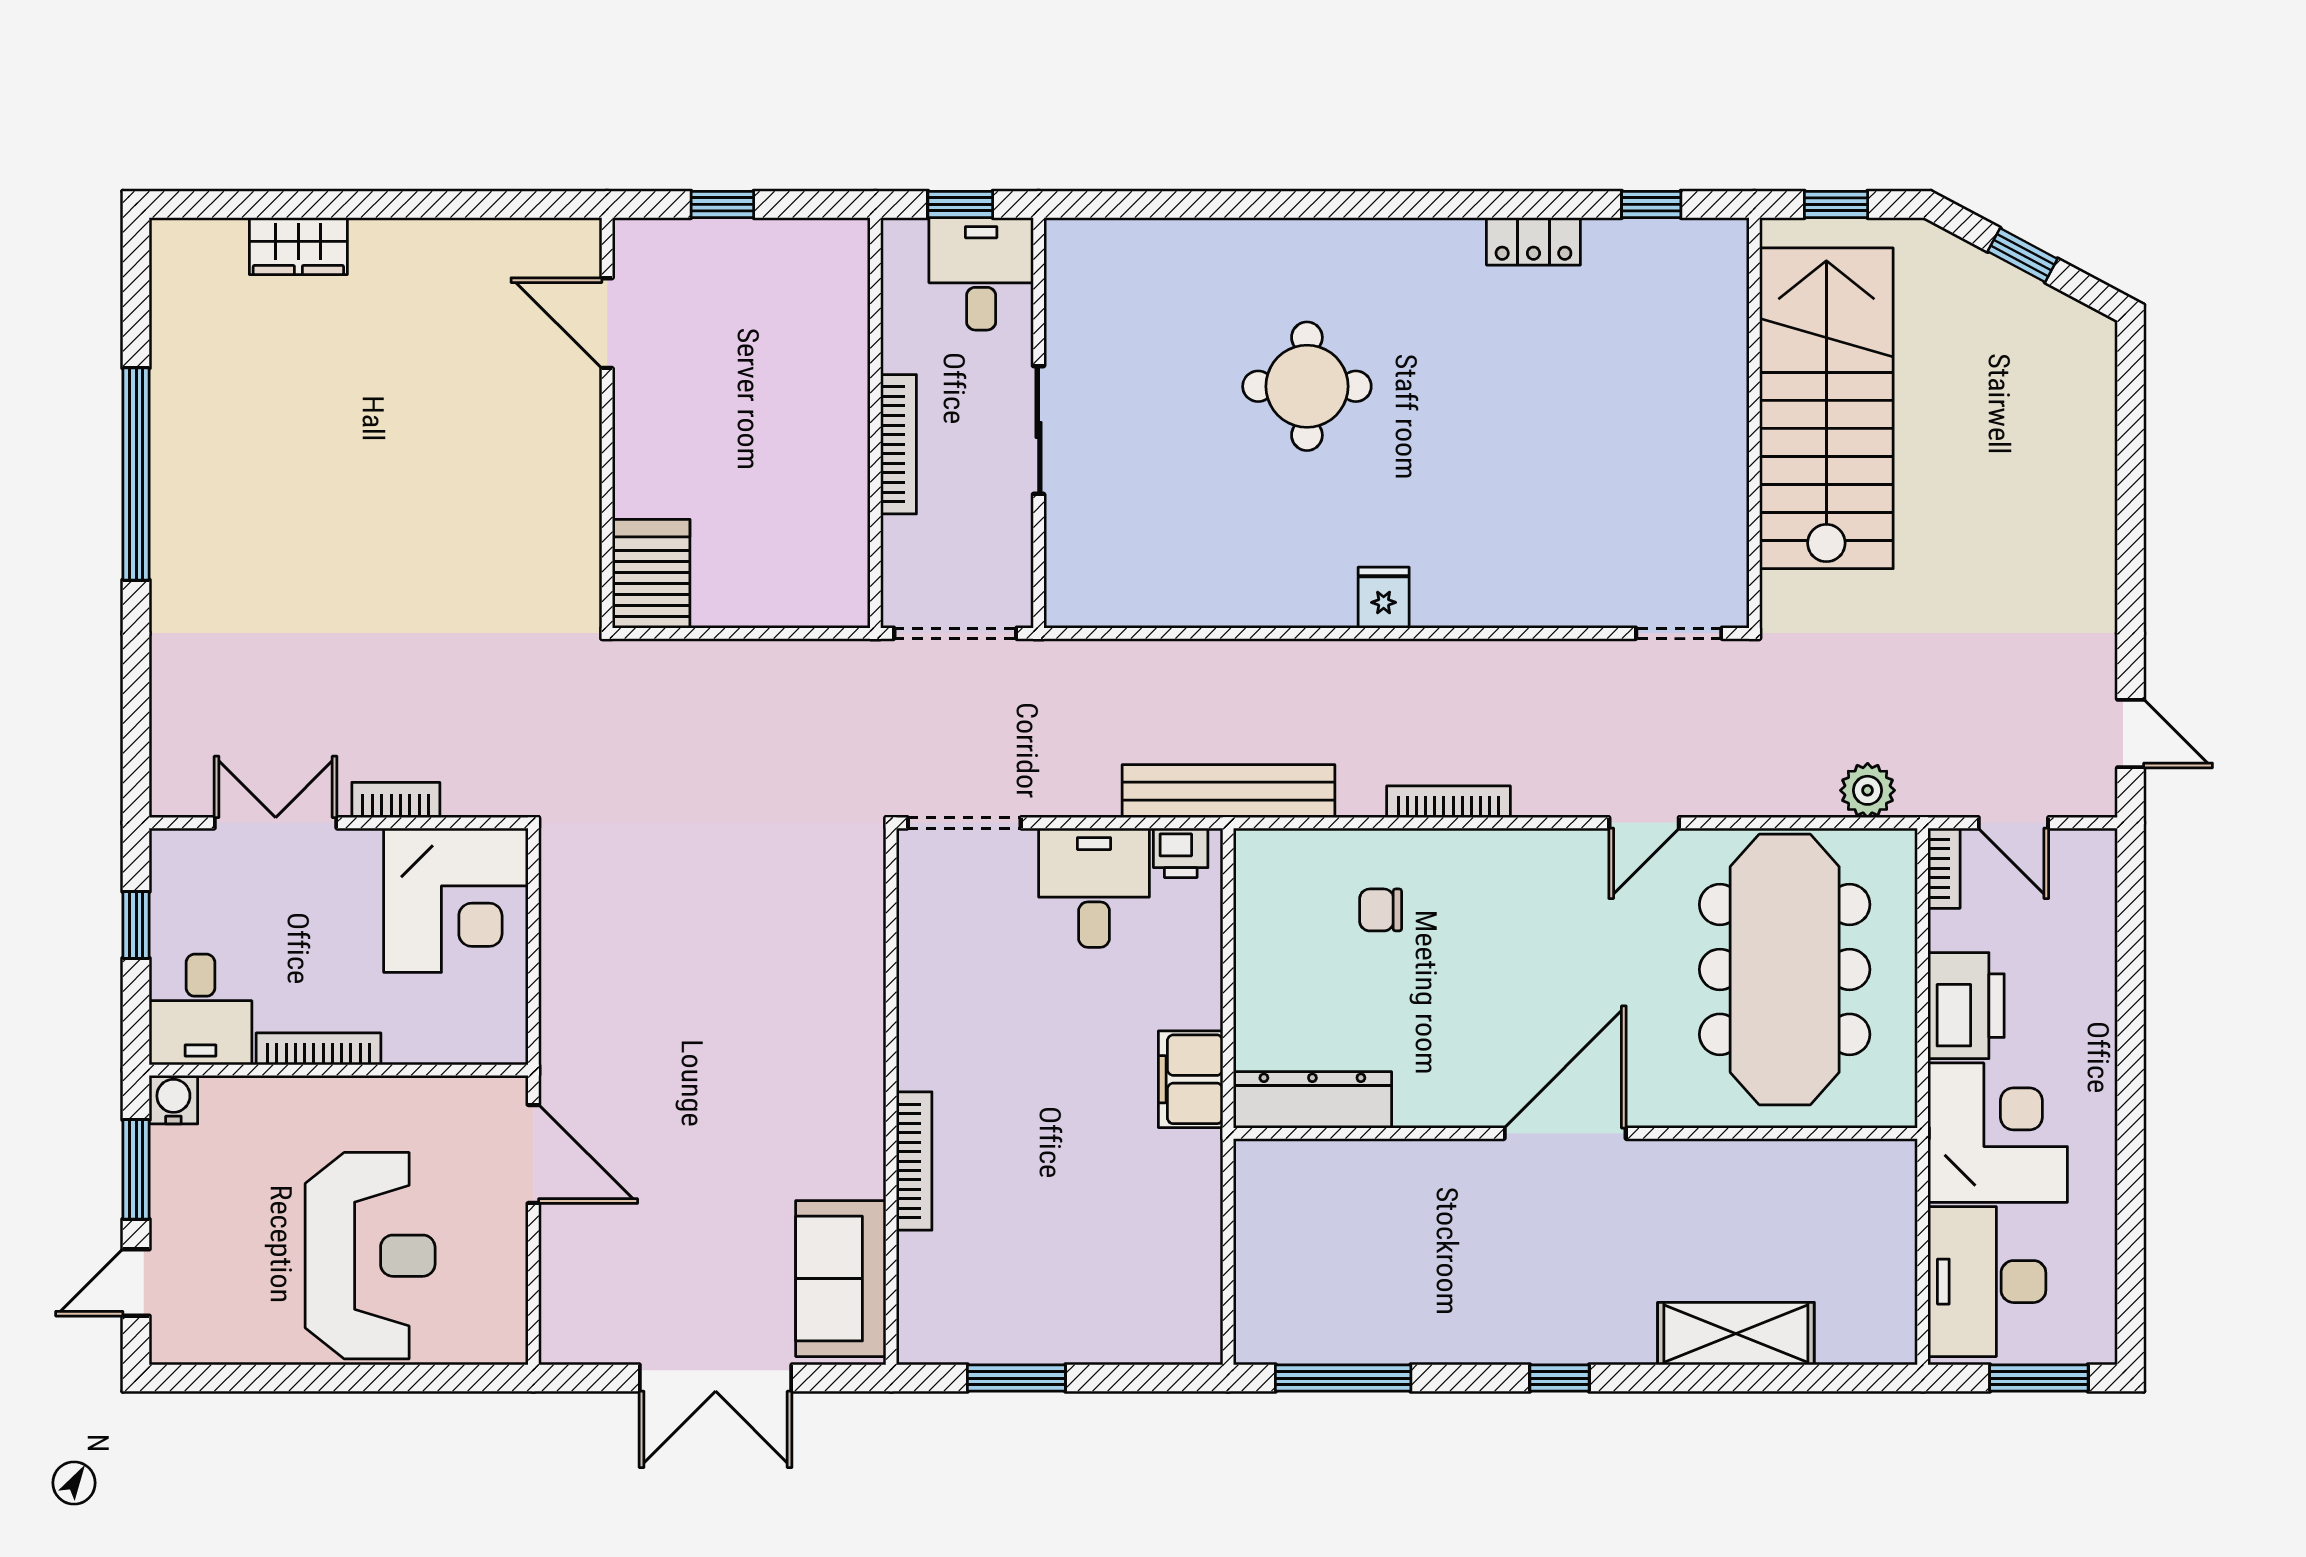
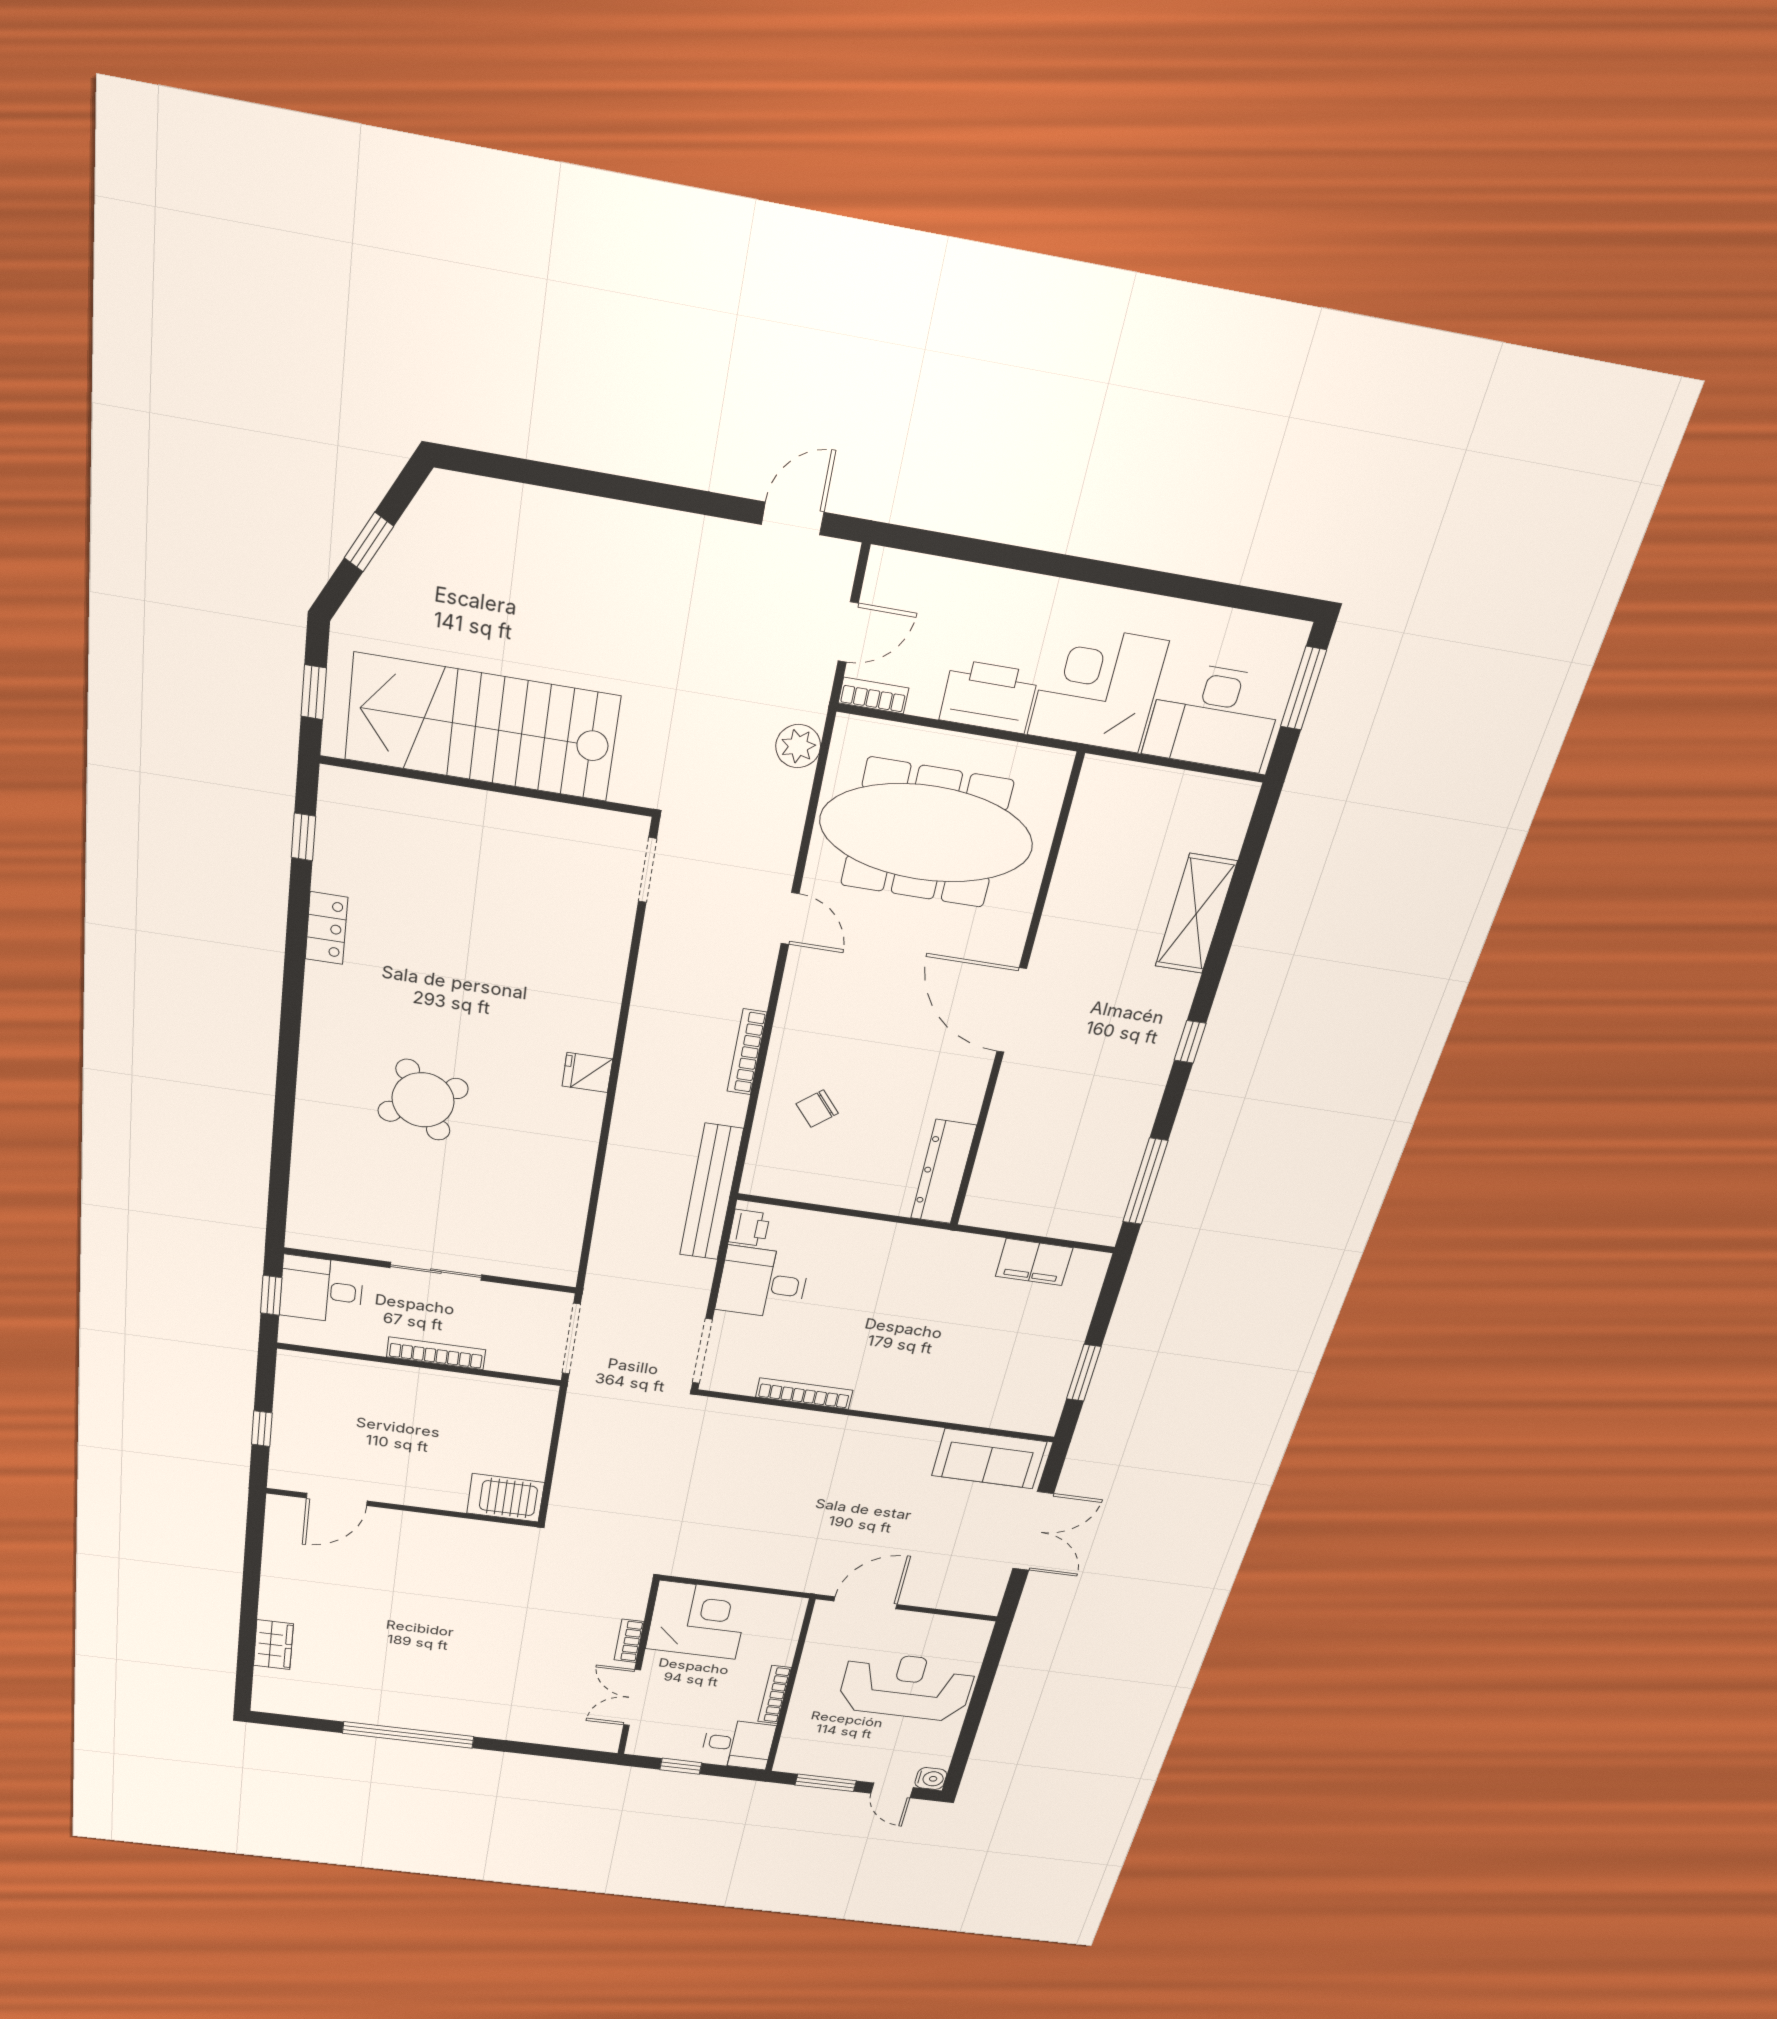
round table: (1307, 386) -> (423, 1100), turned -30
chair: (1381, 910) -> (817, 1109), turned 50
filing cabinet: (1191, 1079) -> (1034, 1262), moved
water cooler: (173, 1100) -> (931, 1779), moved, turned 180
bookcase: (914, 1161) -> (804, 1394), moved

